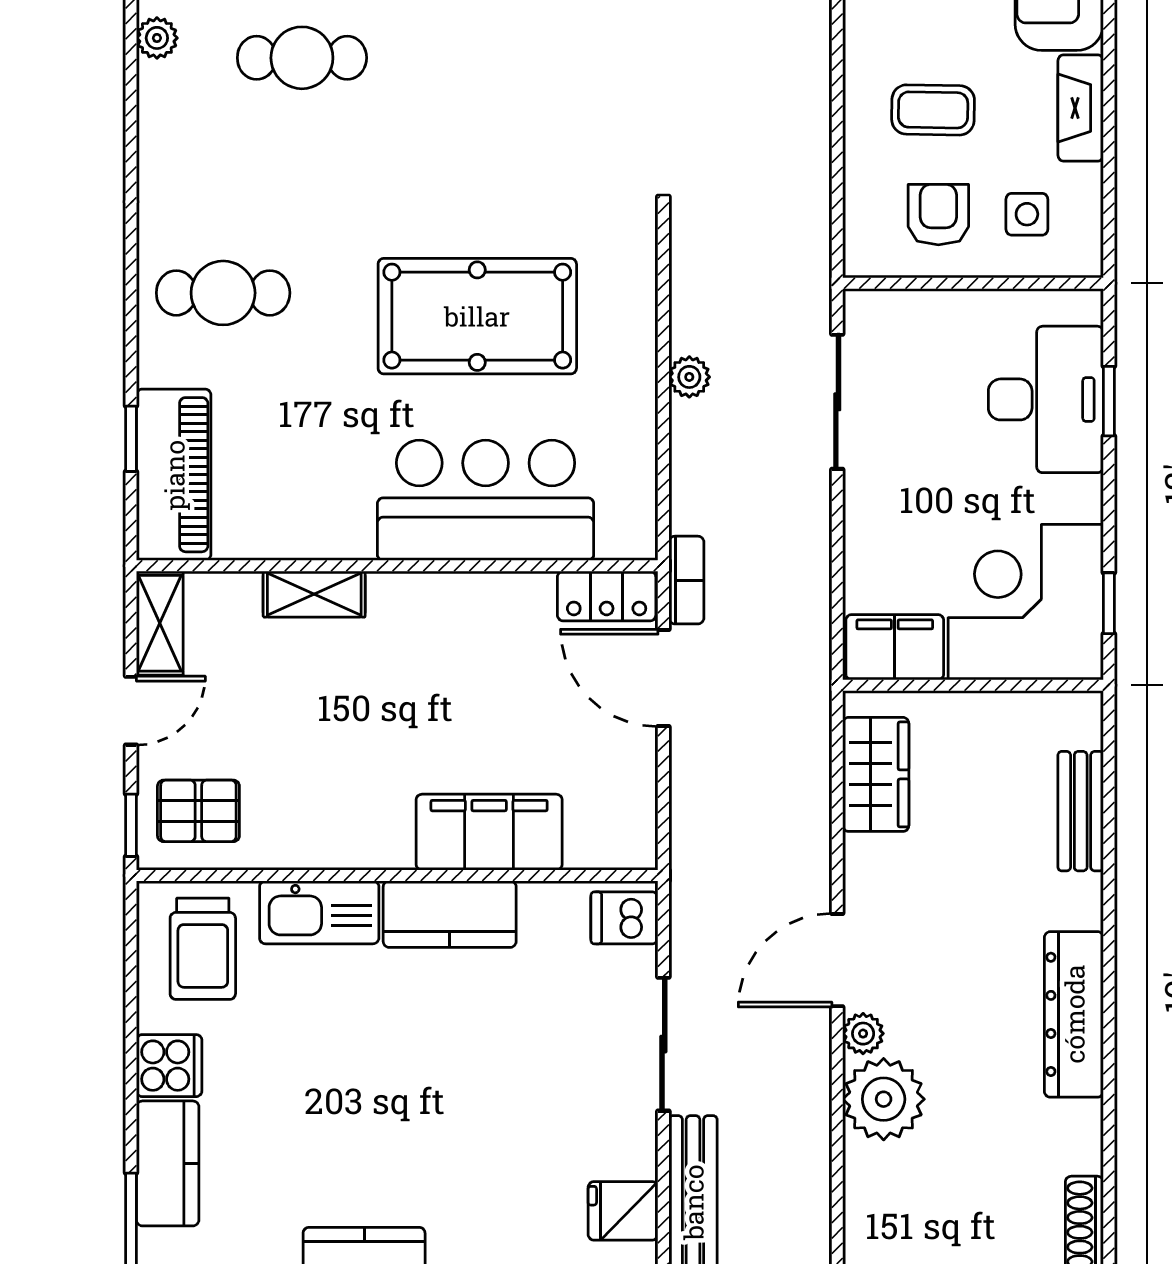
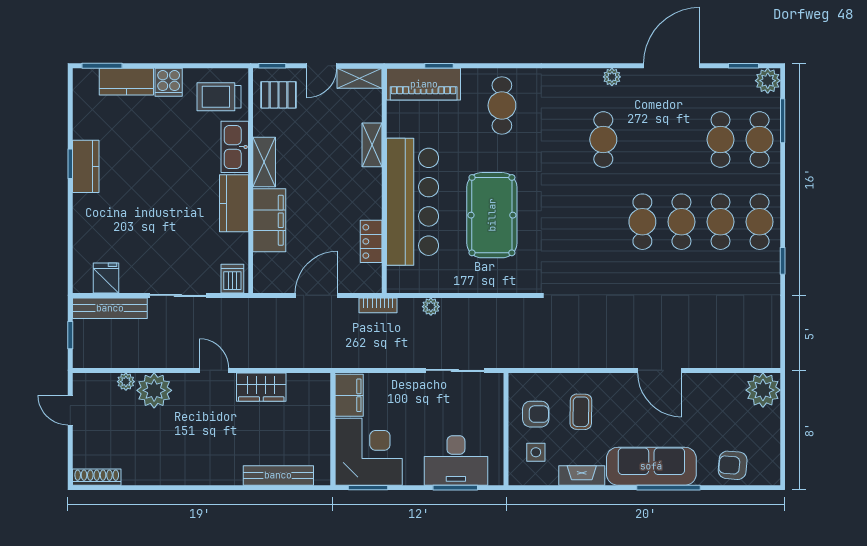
plant: (689, 377) -> (431, 307), moved
window: (1109, 401) -> (455, 488), width x1.50
bar counter: (486, 500) -> (412, 202), width x1.36
locker: (607, 596) -> (371, 241), moved
window: (1109, 603) -> (368, 488), width x1.50
door: (663, 678) -> (316, 295), moved
door: (131, 711) -> (322, 66), hinge flipped
wardrobe: (876, 774) -> (261, 387), moved
pallet: (198, 811) -> (278, 95), turned 90
bench: (1081, 811) -> (278, 475), width x1.36
shelving: (354, 844) -> (264, 162), added
door: (837, 960) -> (214, 370), width x0.73
dresser: (1074, 1014) -> (191, 473), removed
plant: (863, 1034) -> (126, 382), moved

